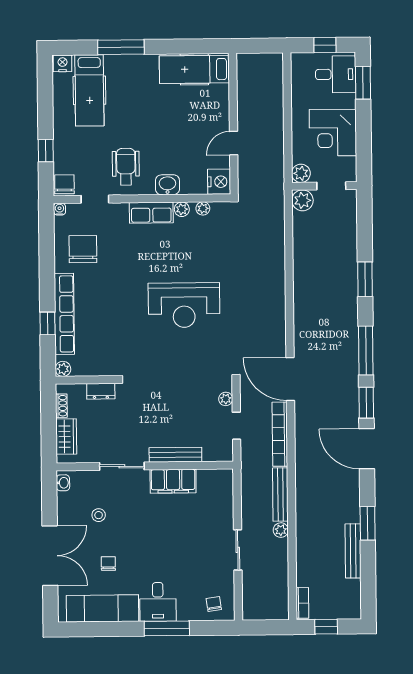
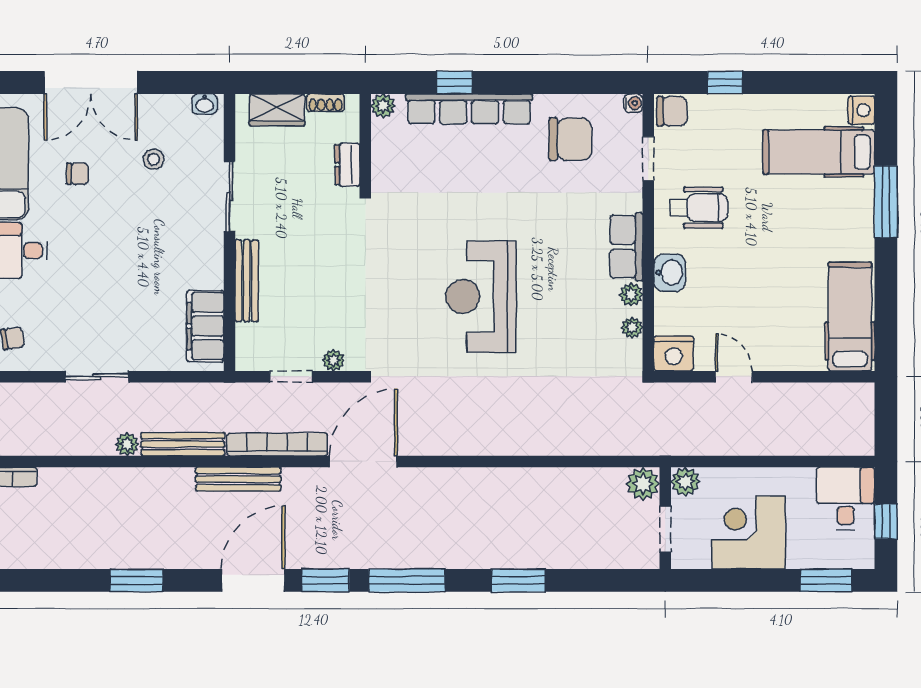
desk: (336, 74) -> (846, 499), moved, turned 180
filing cabinet: (173, 481) -> (205, 326), moved
bench: (353, 551) -> (238, 479), moved

